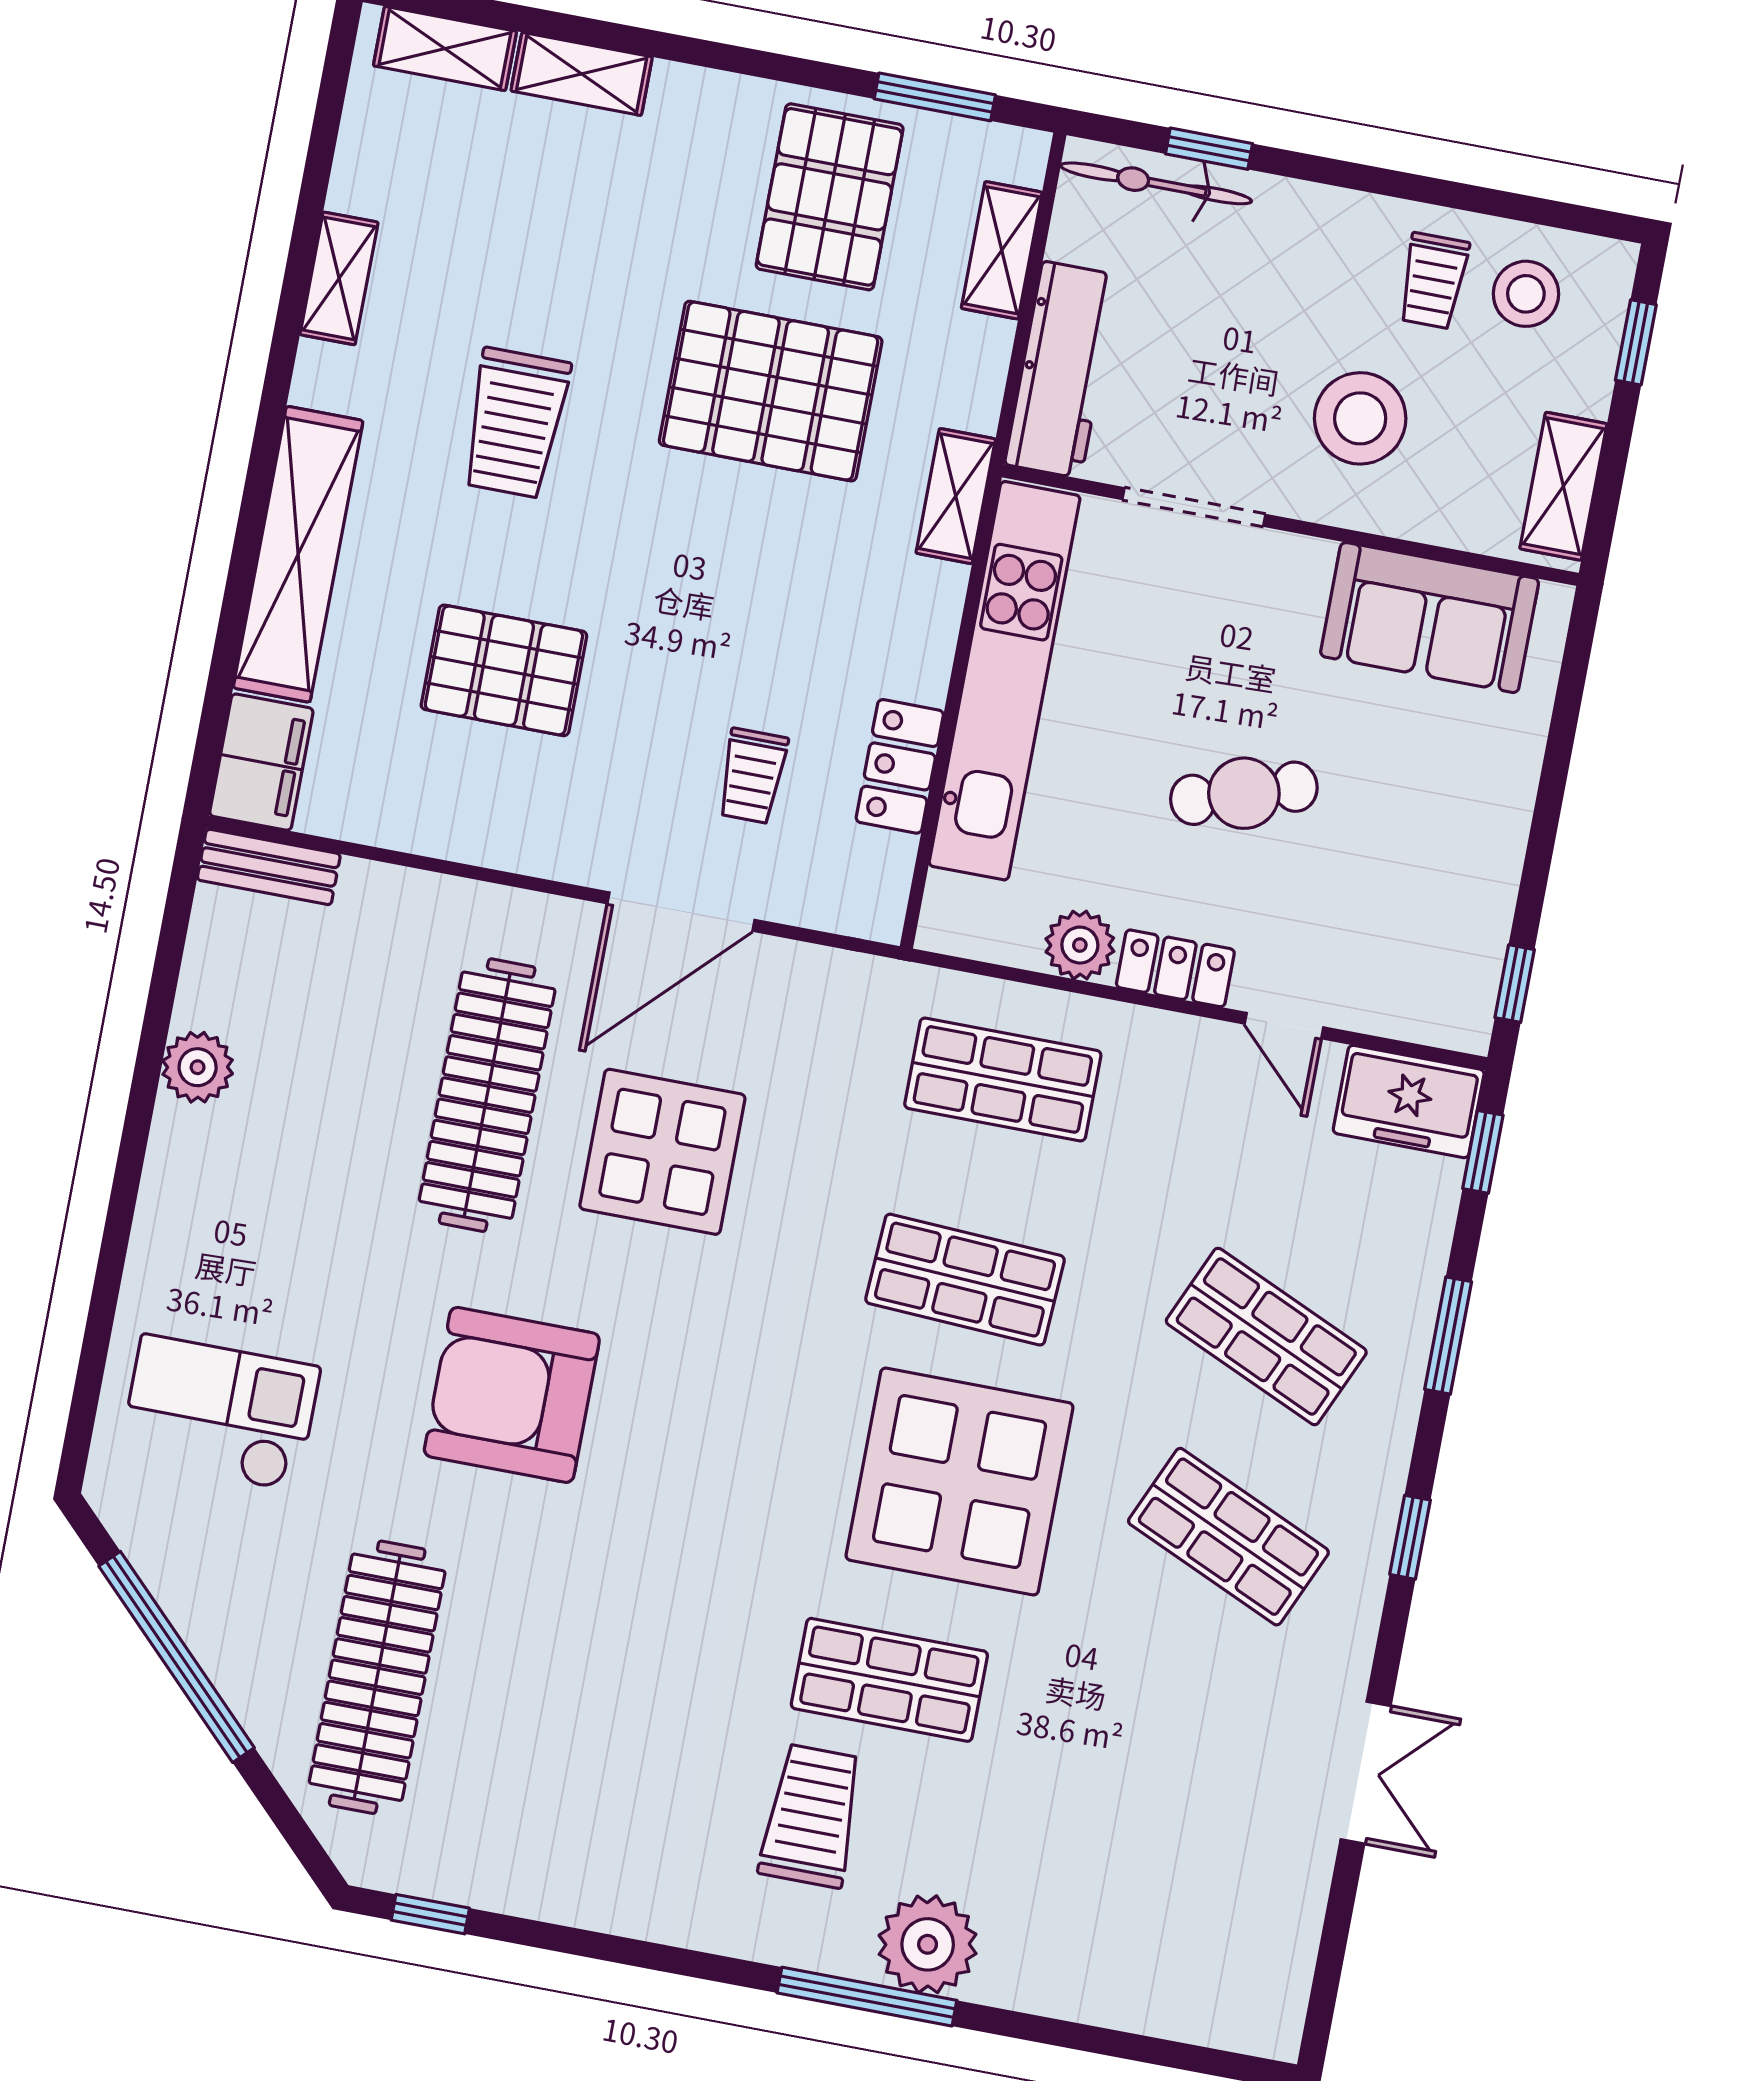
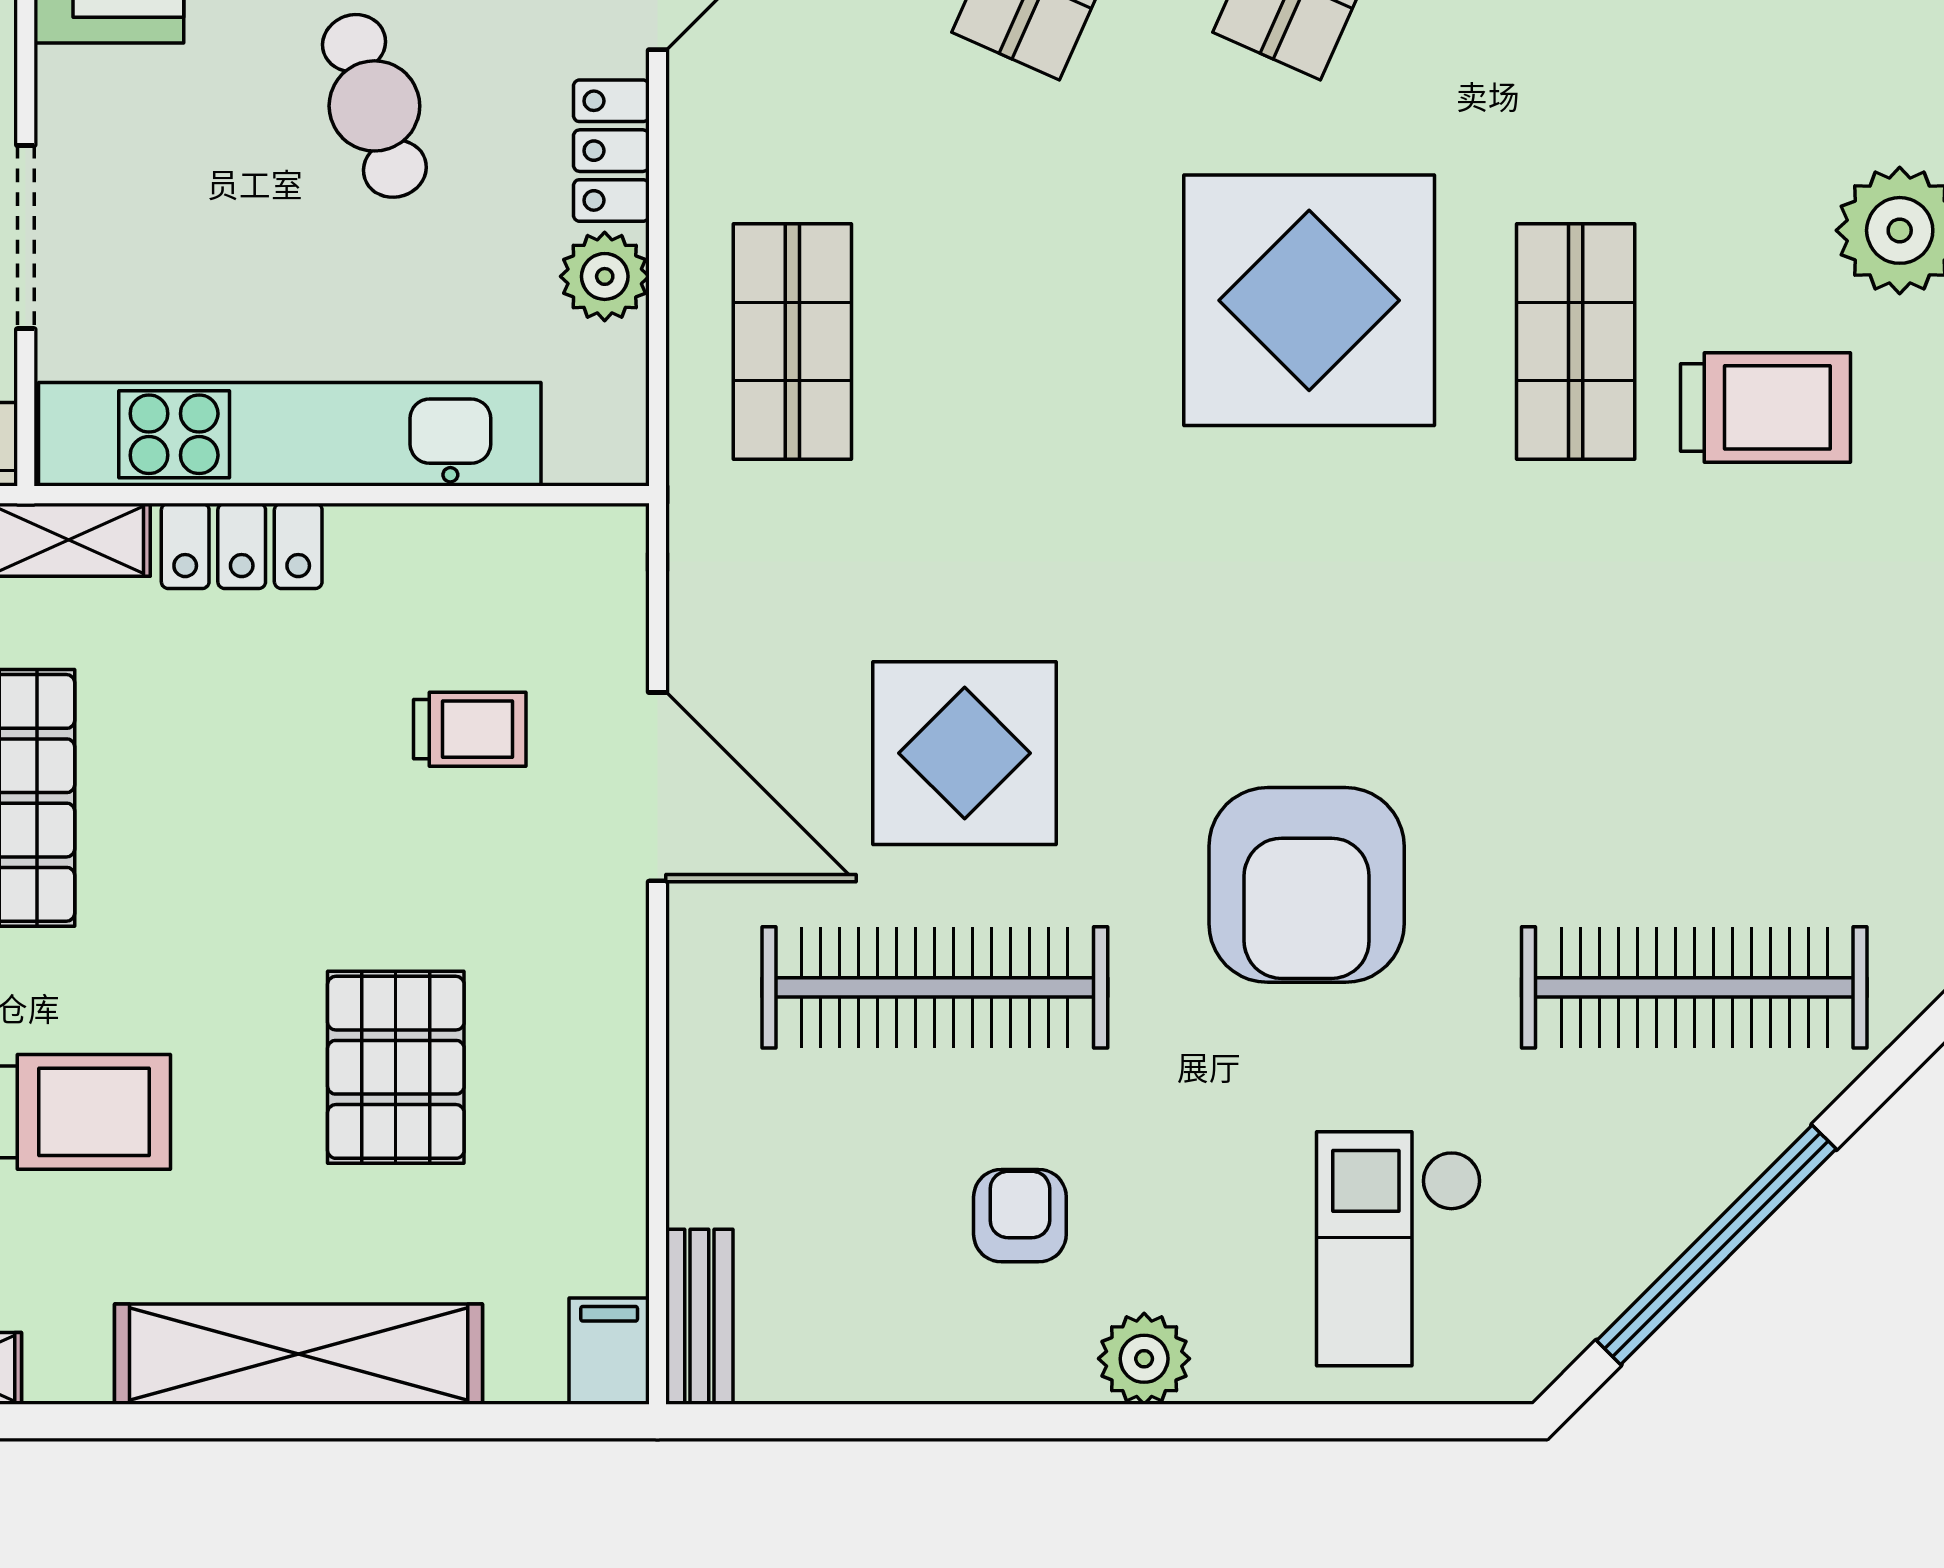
filing cabinet: (261, 762) -> (609, 1351), width x0.50
locker: (900, 766) -> (242, 546), moved
plant: (198, 1067) -> (1144, 1359), moved
armchair: (300, 1127) -> (1020, 1216), added
shop shelf: (965, 1280) -> (1053, 342), removed
trolley: (811, 1816) -> (1766, 407), turned 180

